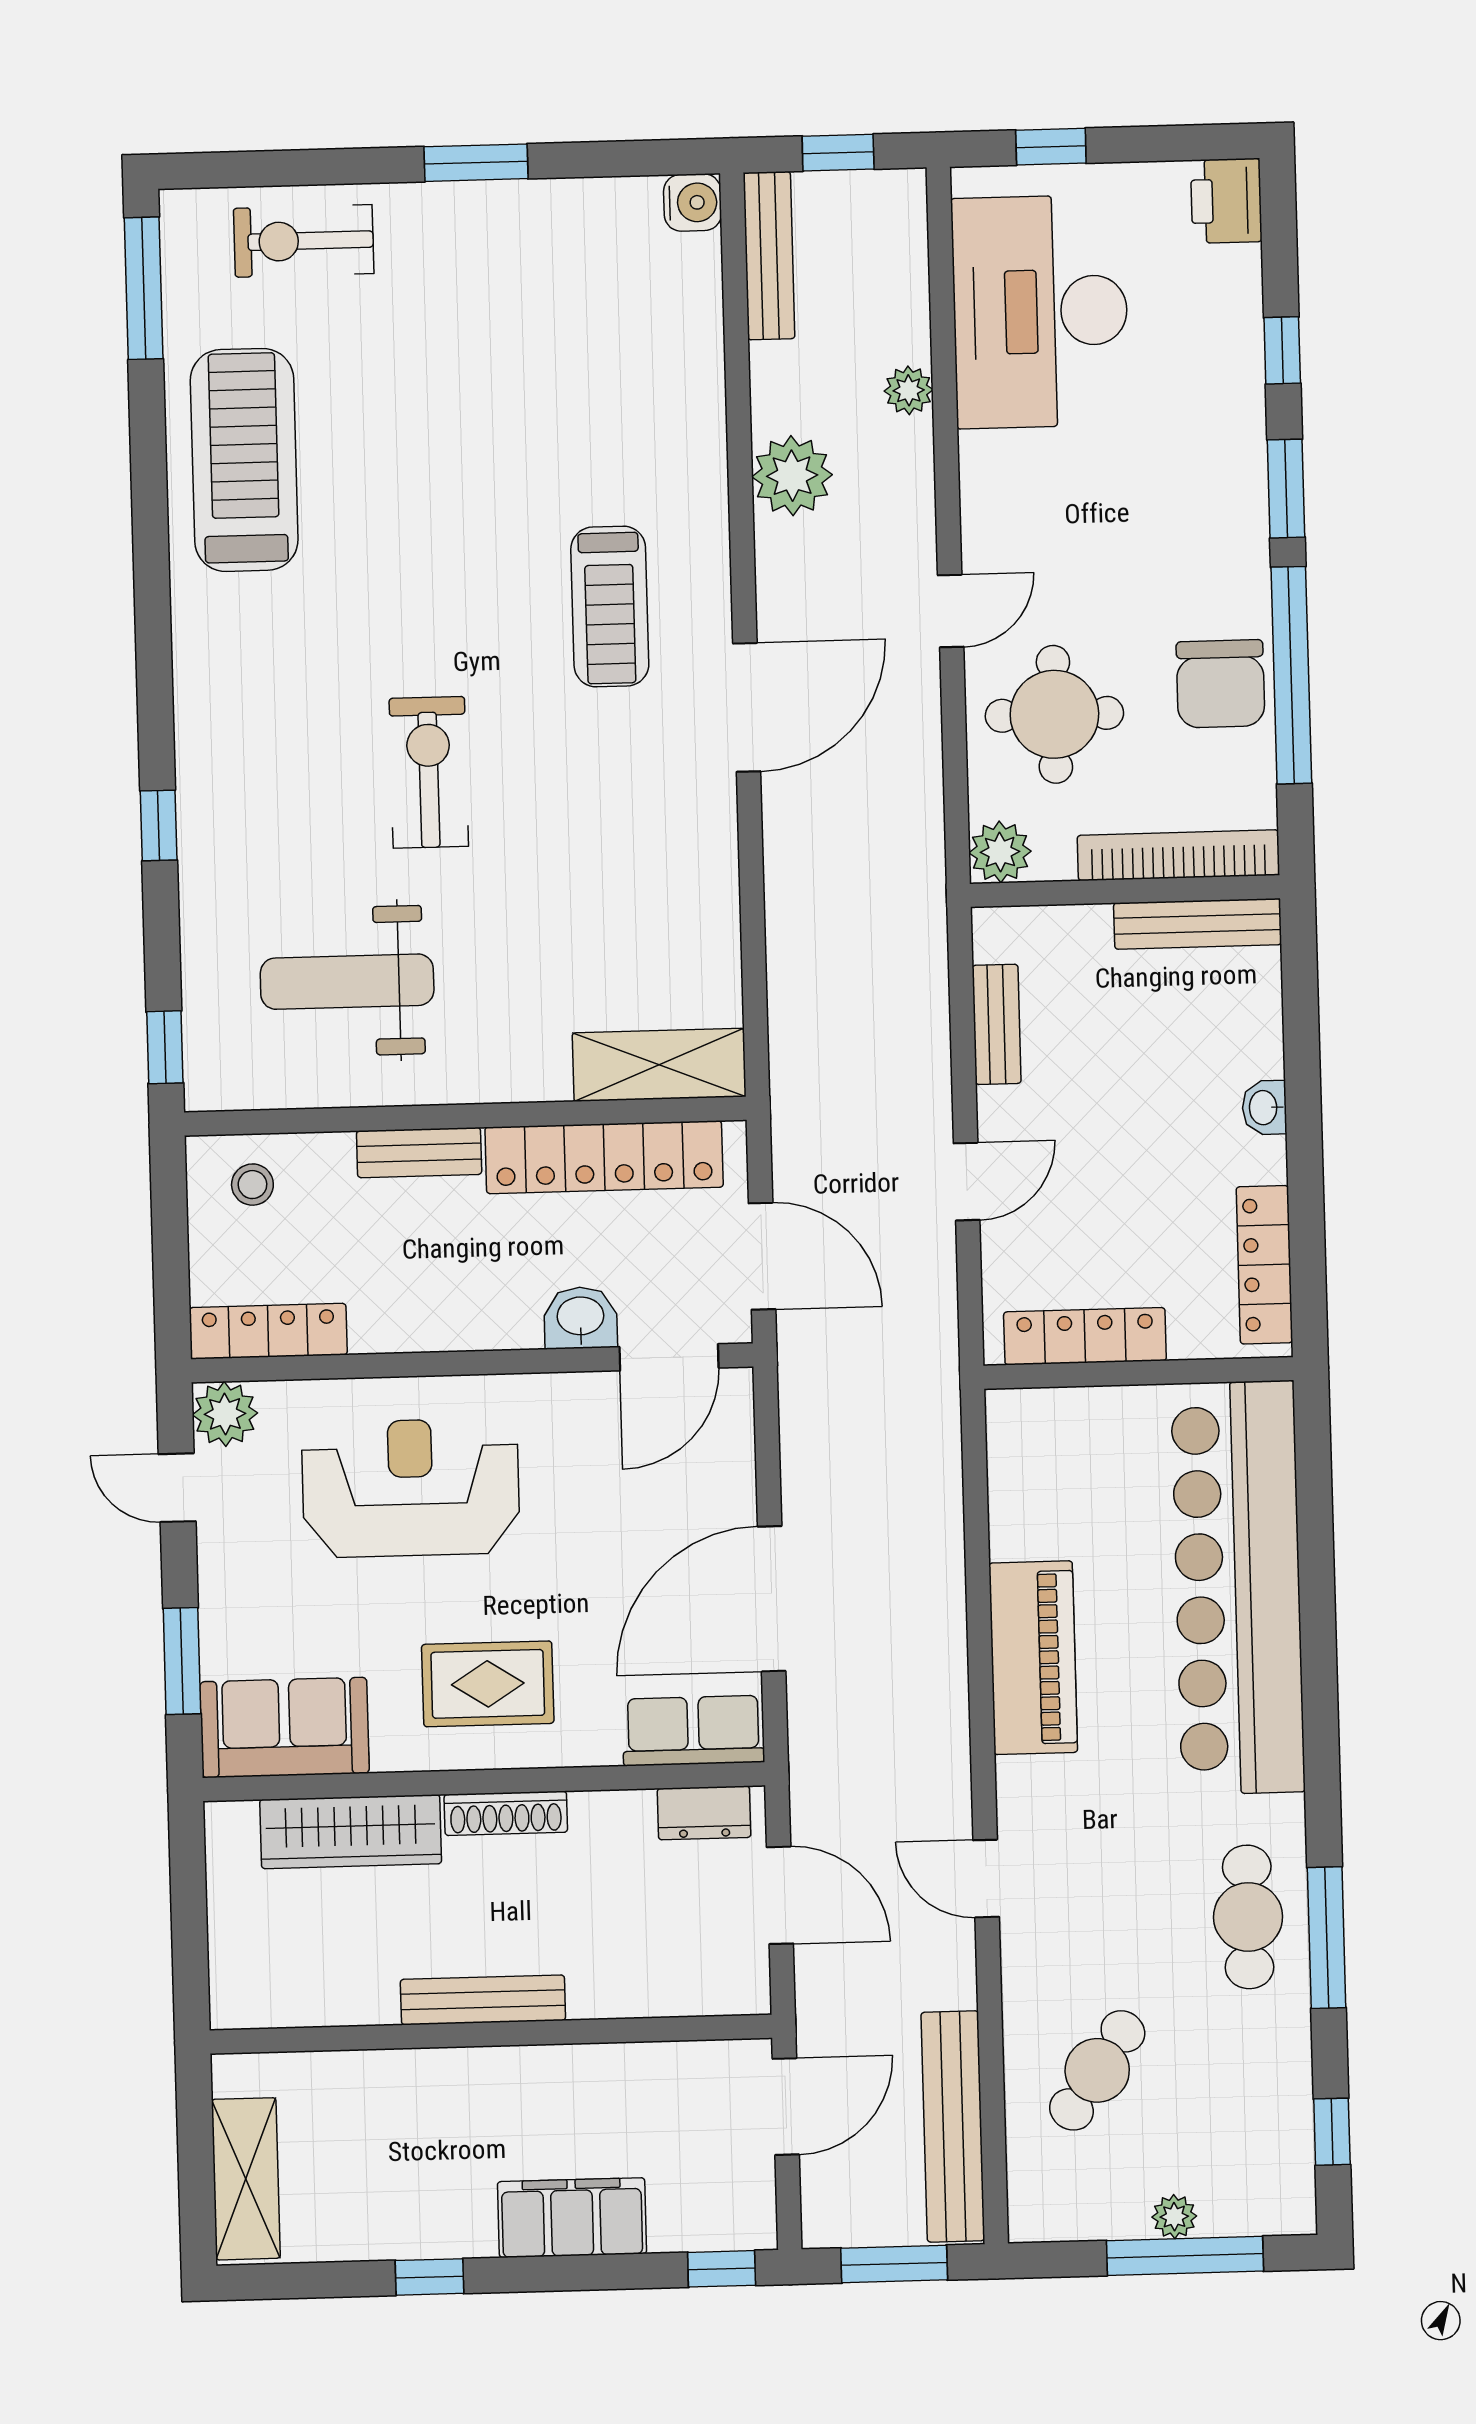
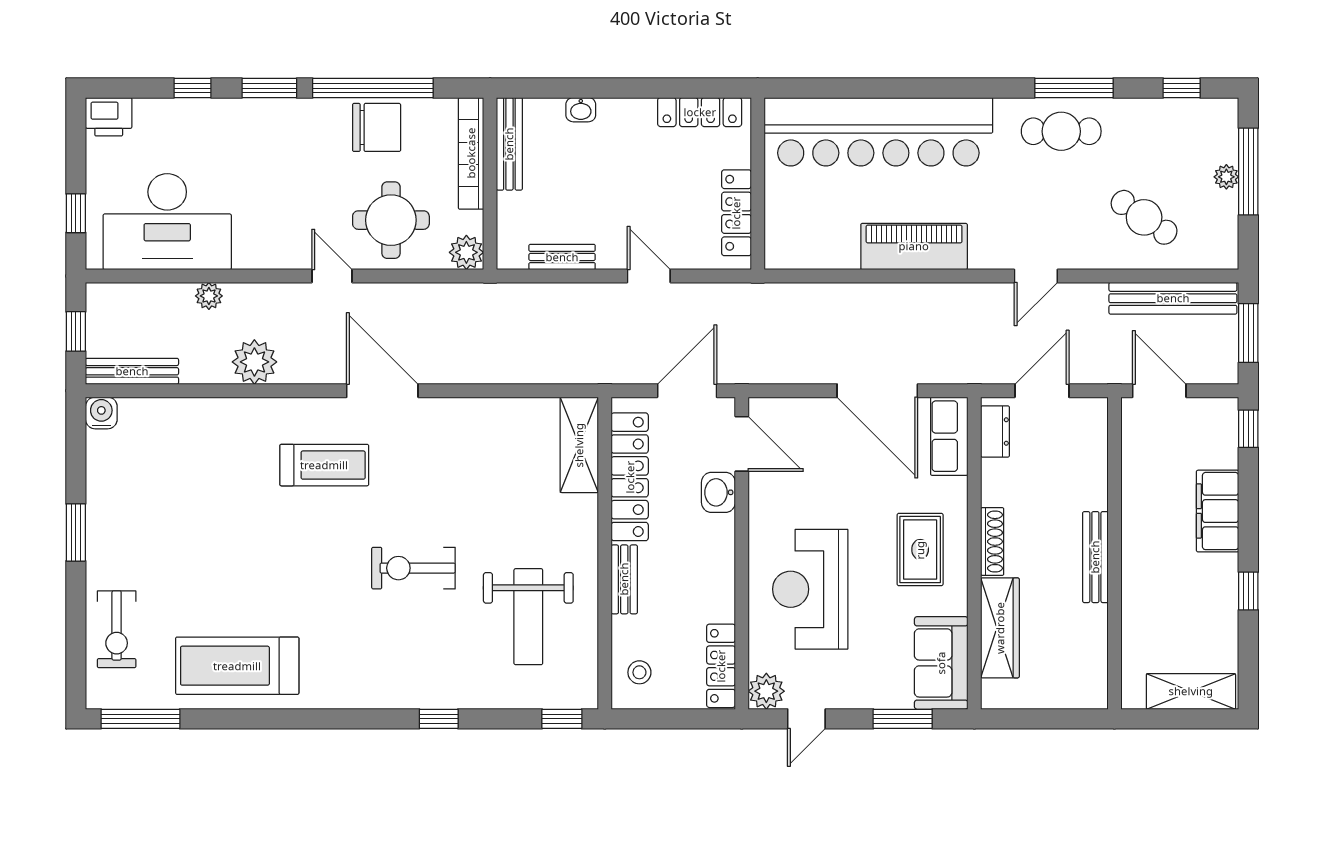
washbasin: (1264, 1108) -> (581, 110), moved

